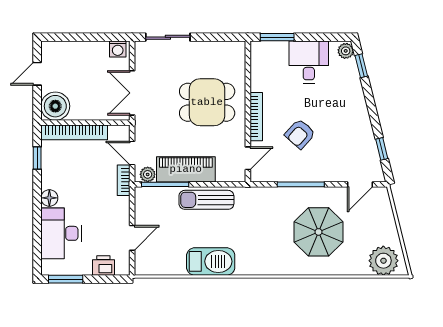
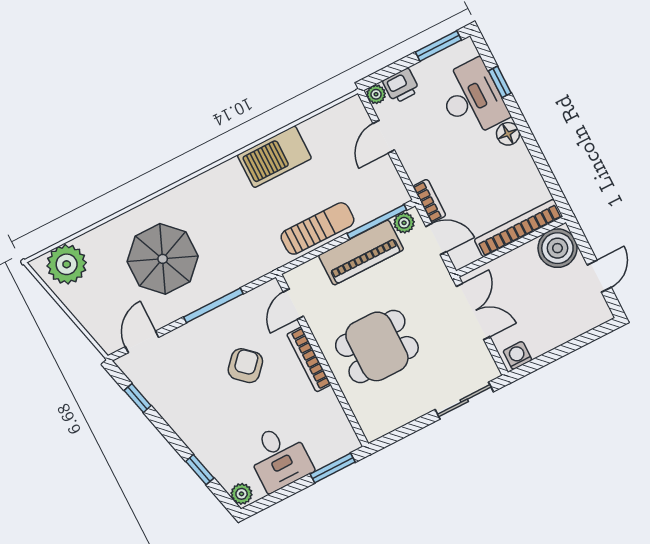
window: (361, 66) -> (200, 470), moved
window: (37, 158) -> (500, 82), moved
plant: (123, 268) -> (376, 94), added

